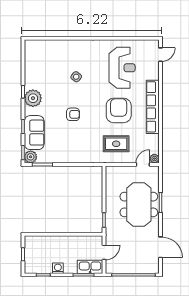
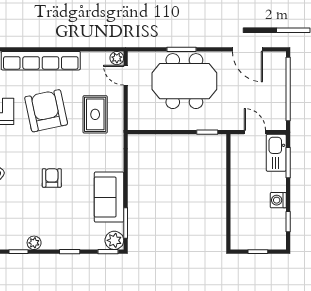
plant: (33, 98) -> (34, 243), width x0.53, depth x0.53
armchair: (119, 110) -> (46, 111), turned 78
sofa: (34, 133) -> (109, 197), moved, turned -90
door: (160, 247) -> (247, 49), swing flipped

